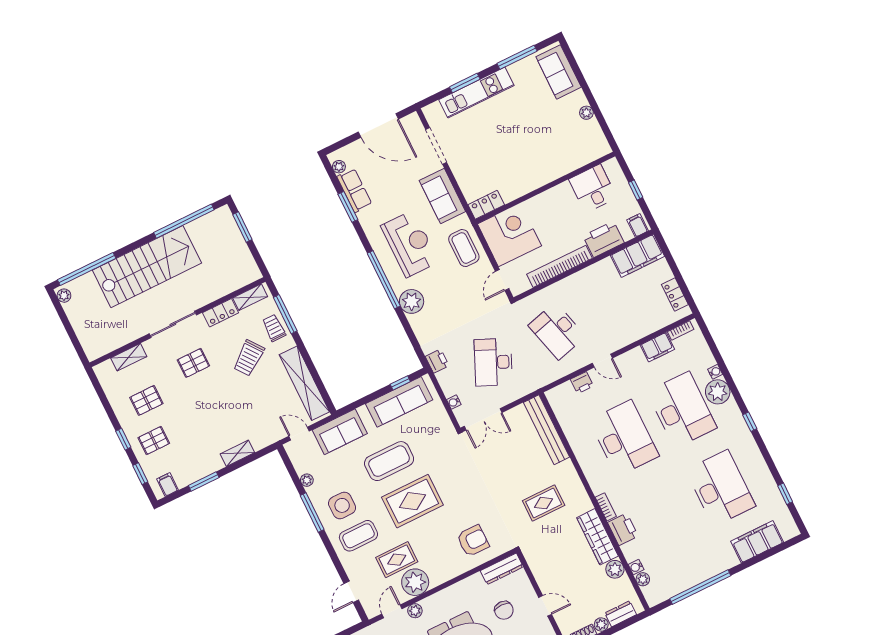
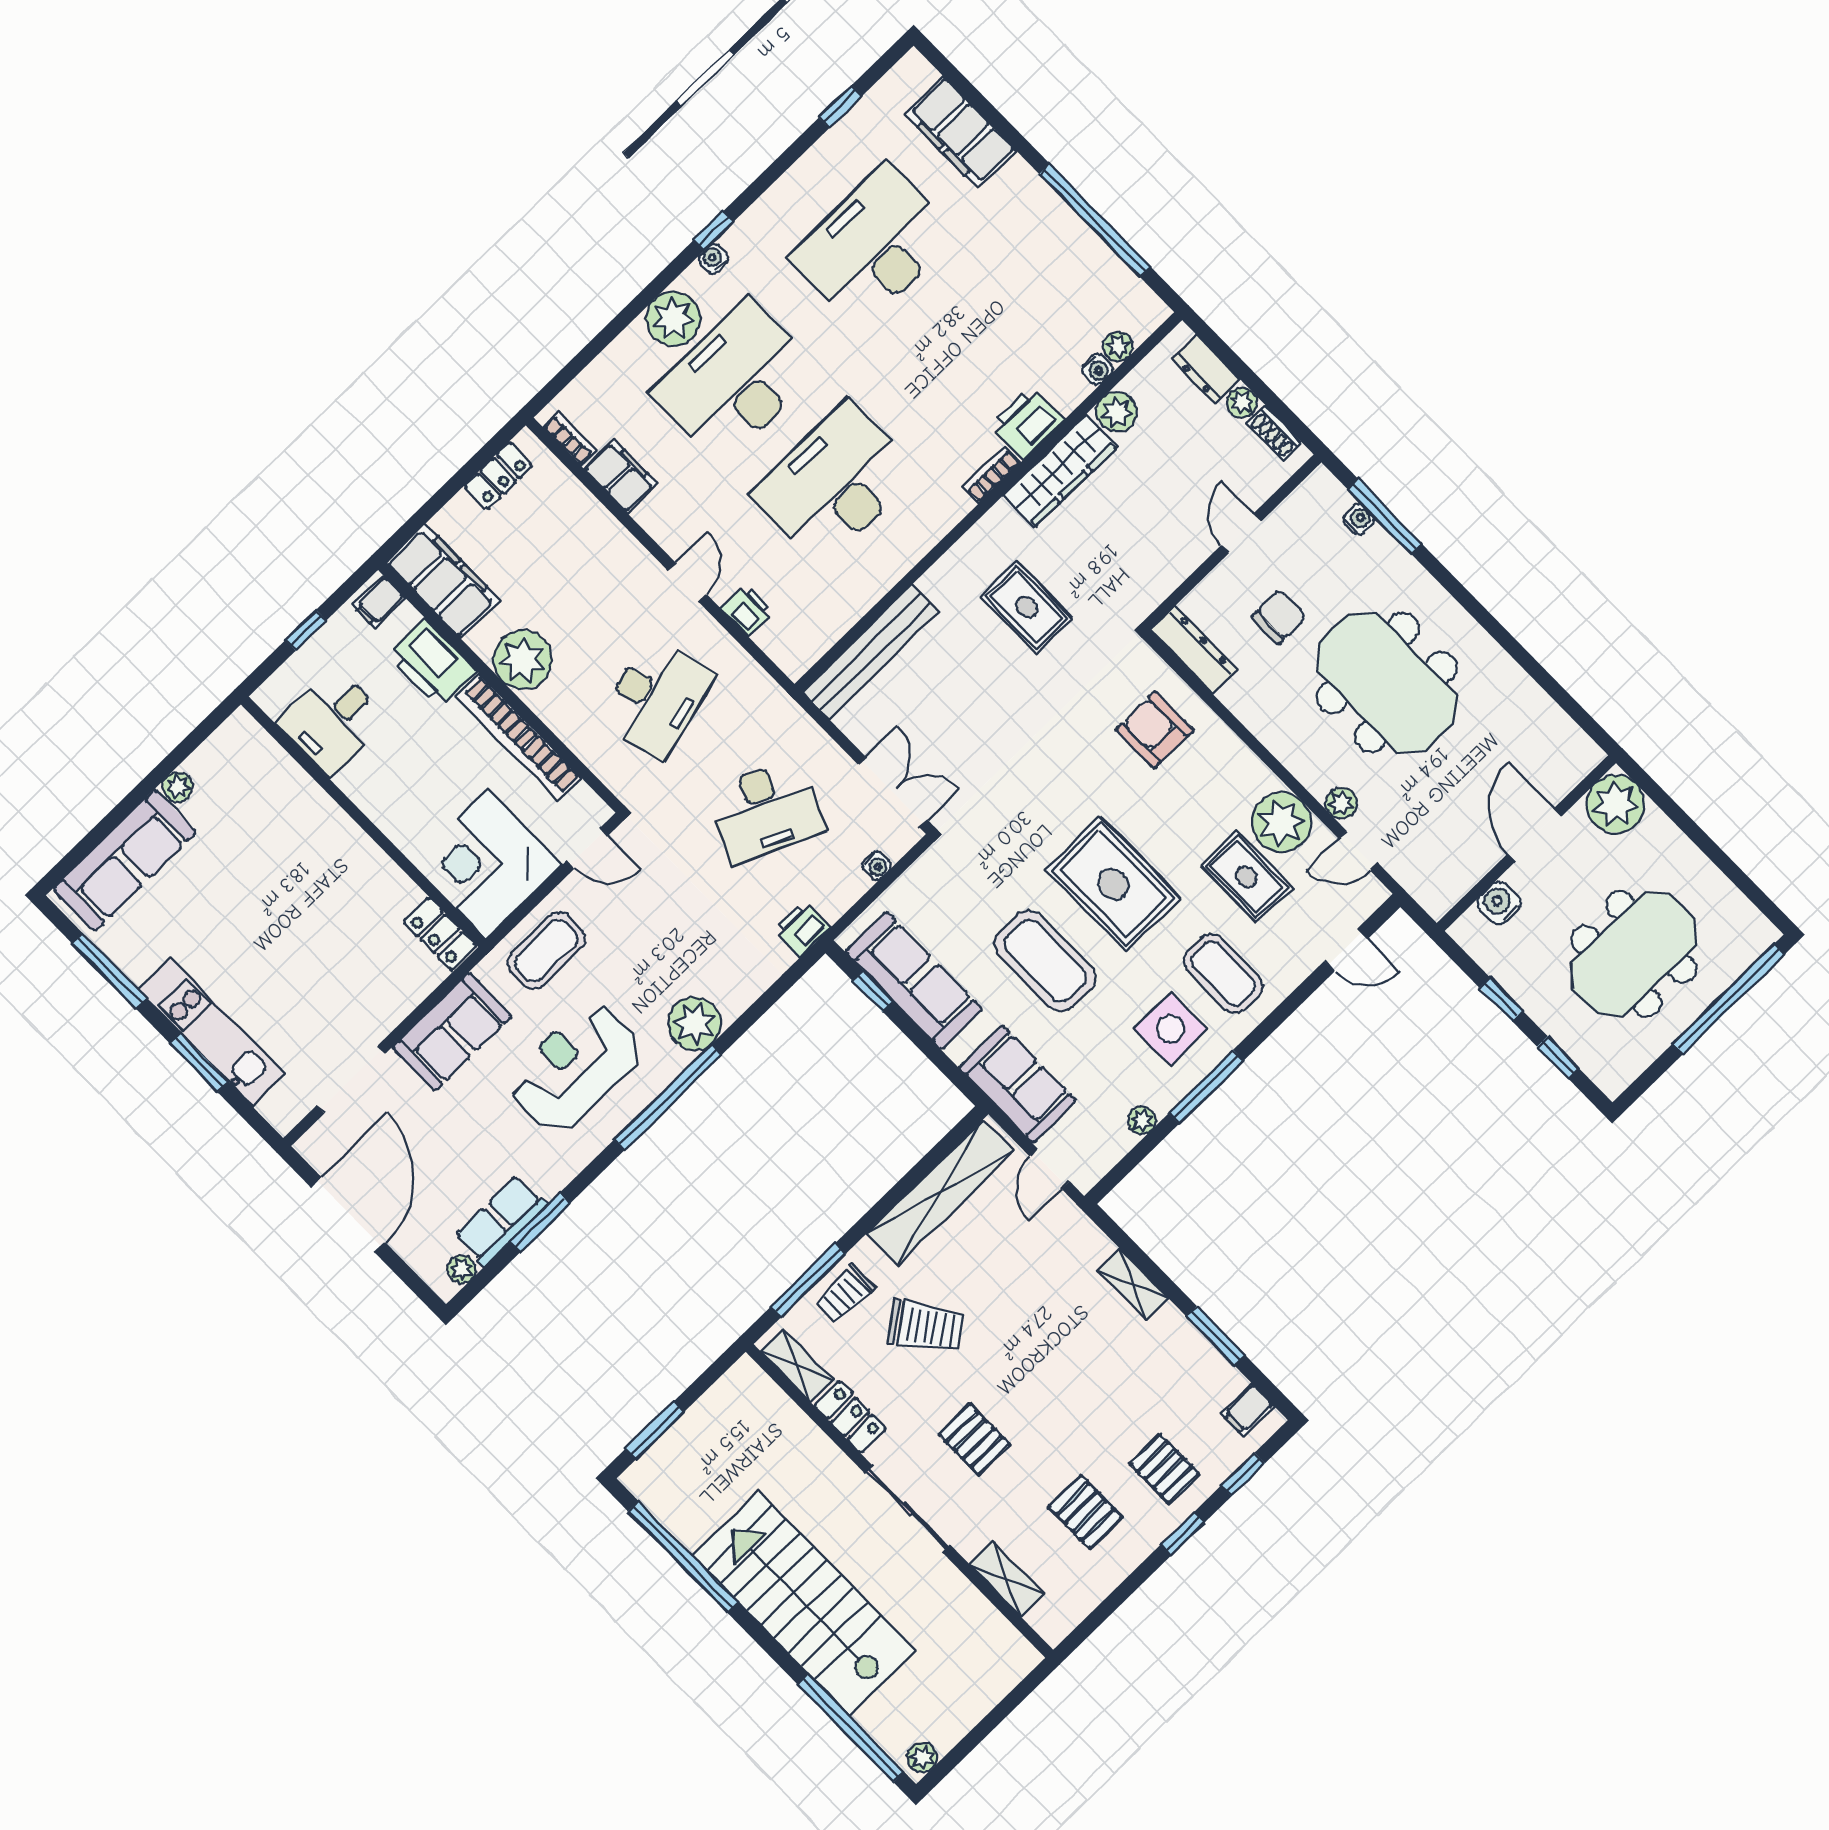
sofa: (559, 72) -> (125, 860), width x1.36
plant: (592, 279) -> (523, 660), added
water cooler: (715, 372) -> (714, 259), moved

